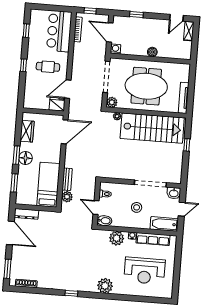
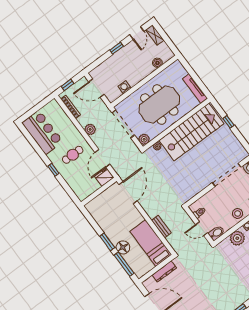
window: (136, 14) -> (117, 48), moved
window: (26, 31) -> (33, 142), removed
bar counter: (59, 31) -> (43, 132), moved, turned 180
washing machine: (115, 49) -> (125, 87), moved
boiler: (152, 52) -> (157, 63), moved
wardrobe: (27, 131) -> (100, 217), removed
floor lamp: (25, 158) -> (123, 247), moved
window: (14, 183) -> (124, 264), width x1.44
plant: (67, 197) -> (90, 129), moved
stool: (137, 207) -> (238, 213), moved
dresser: (26, 214) -> (164, 271), moved

